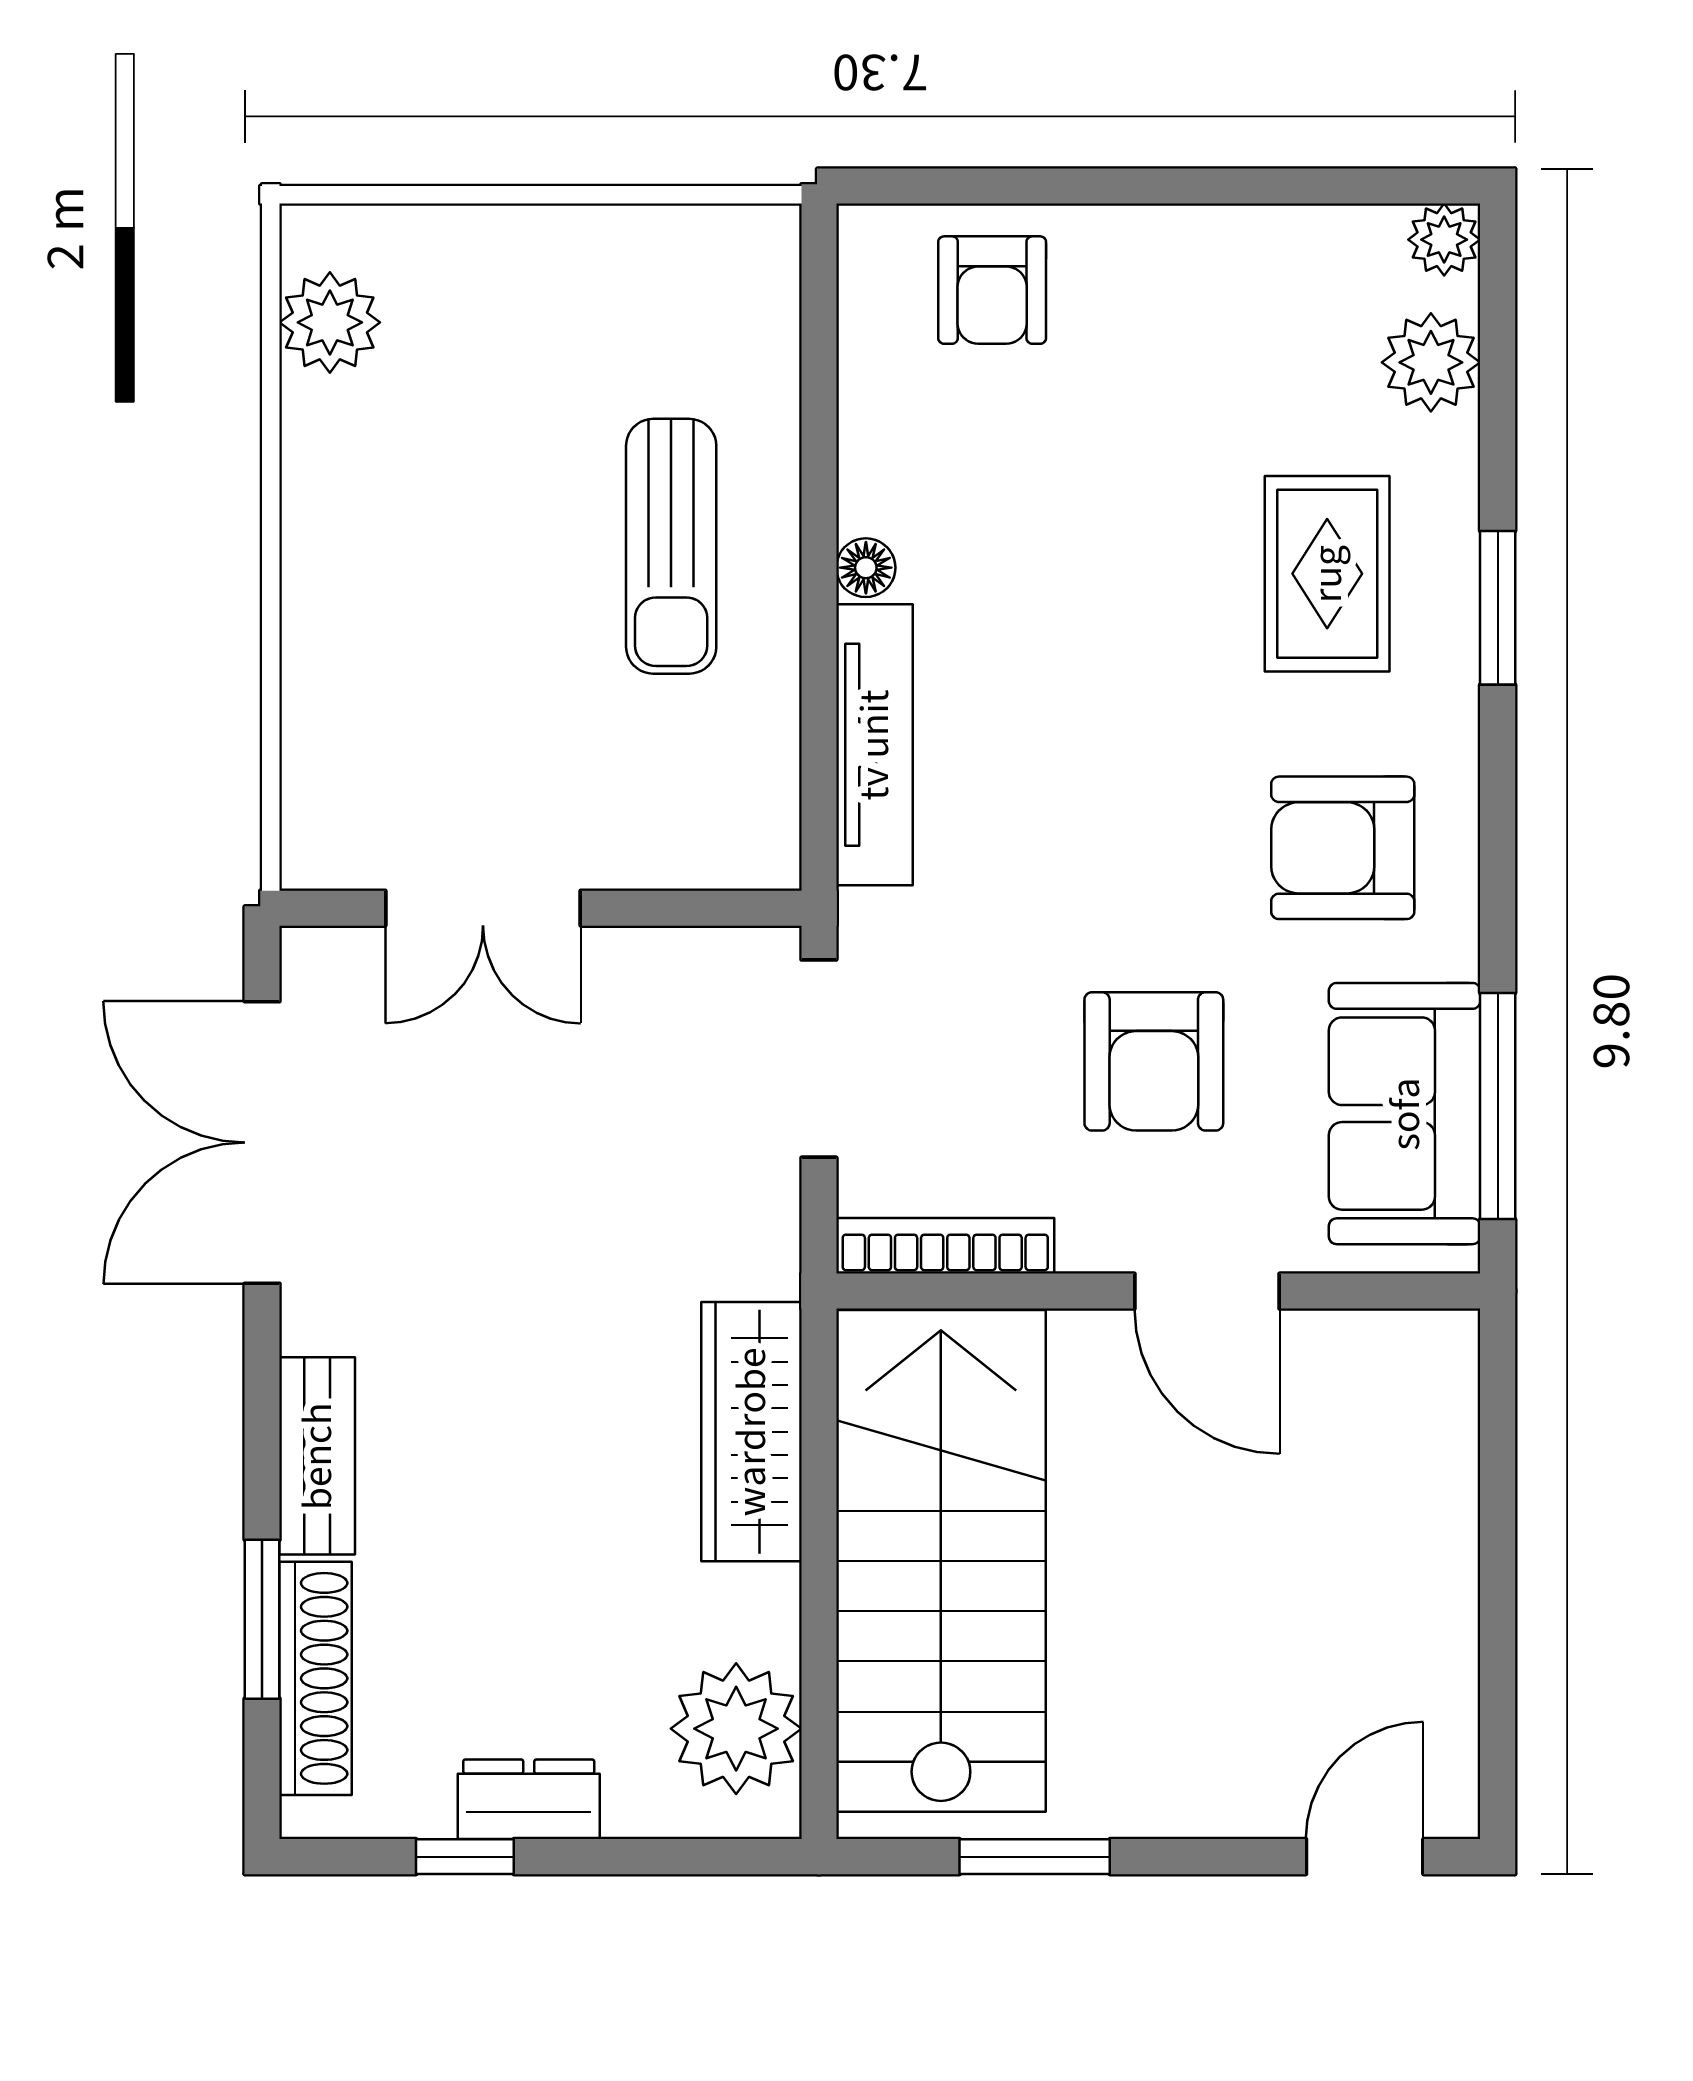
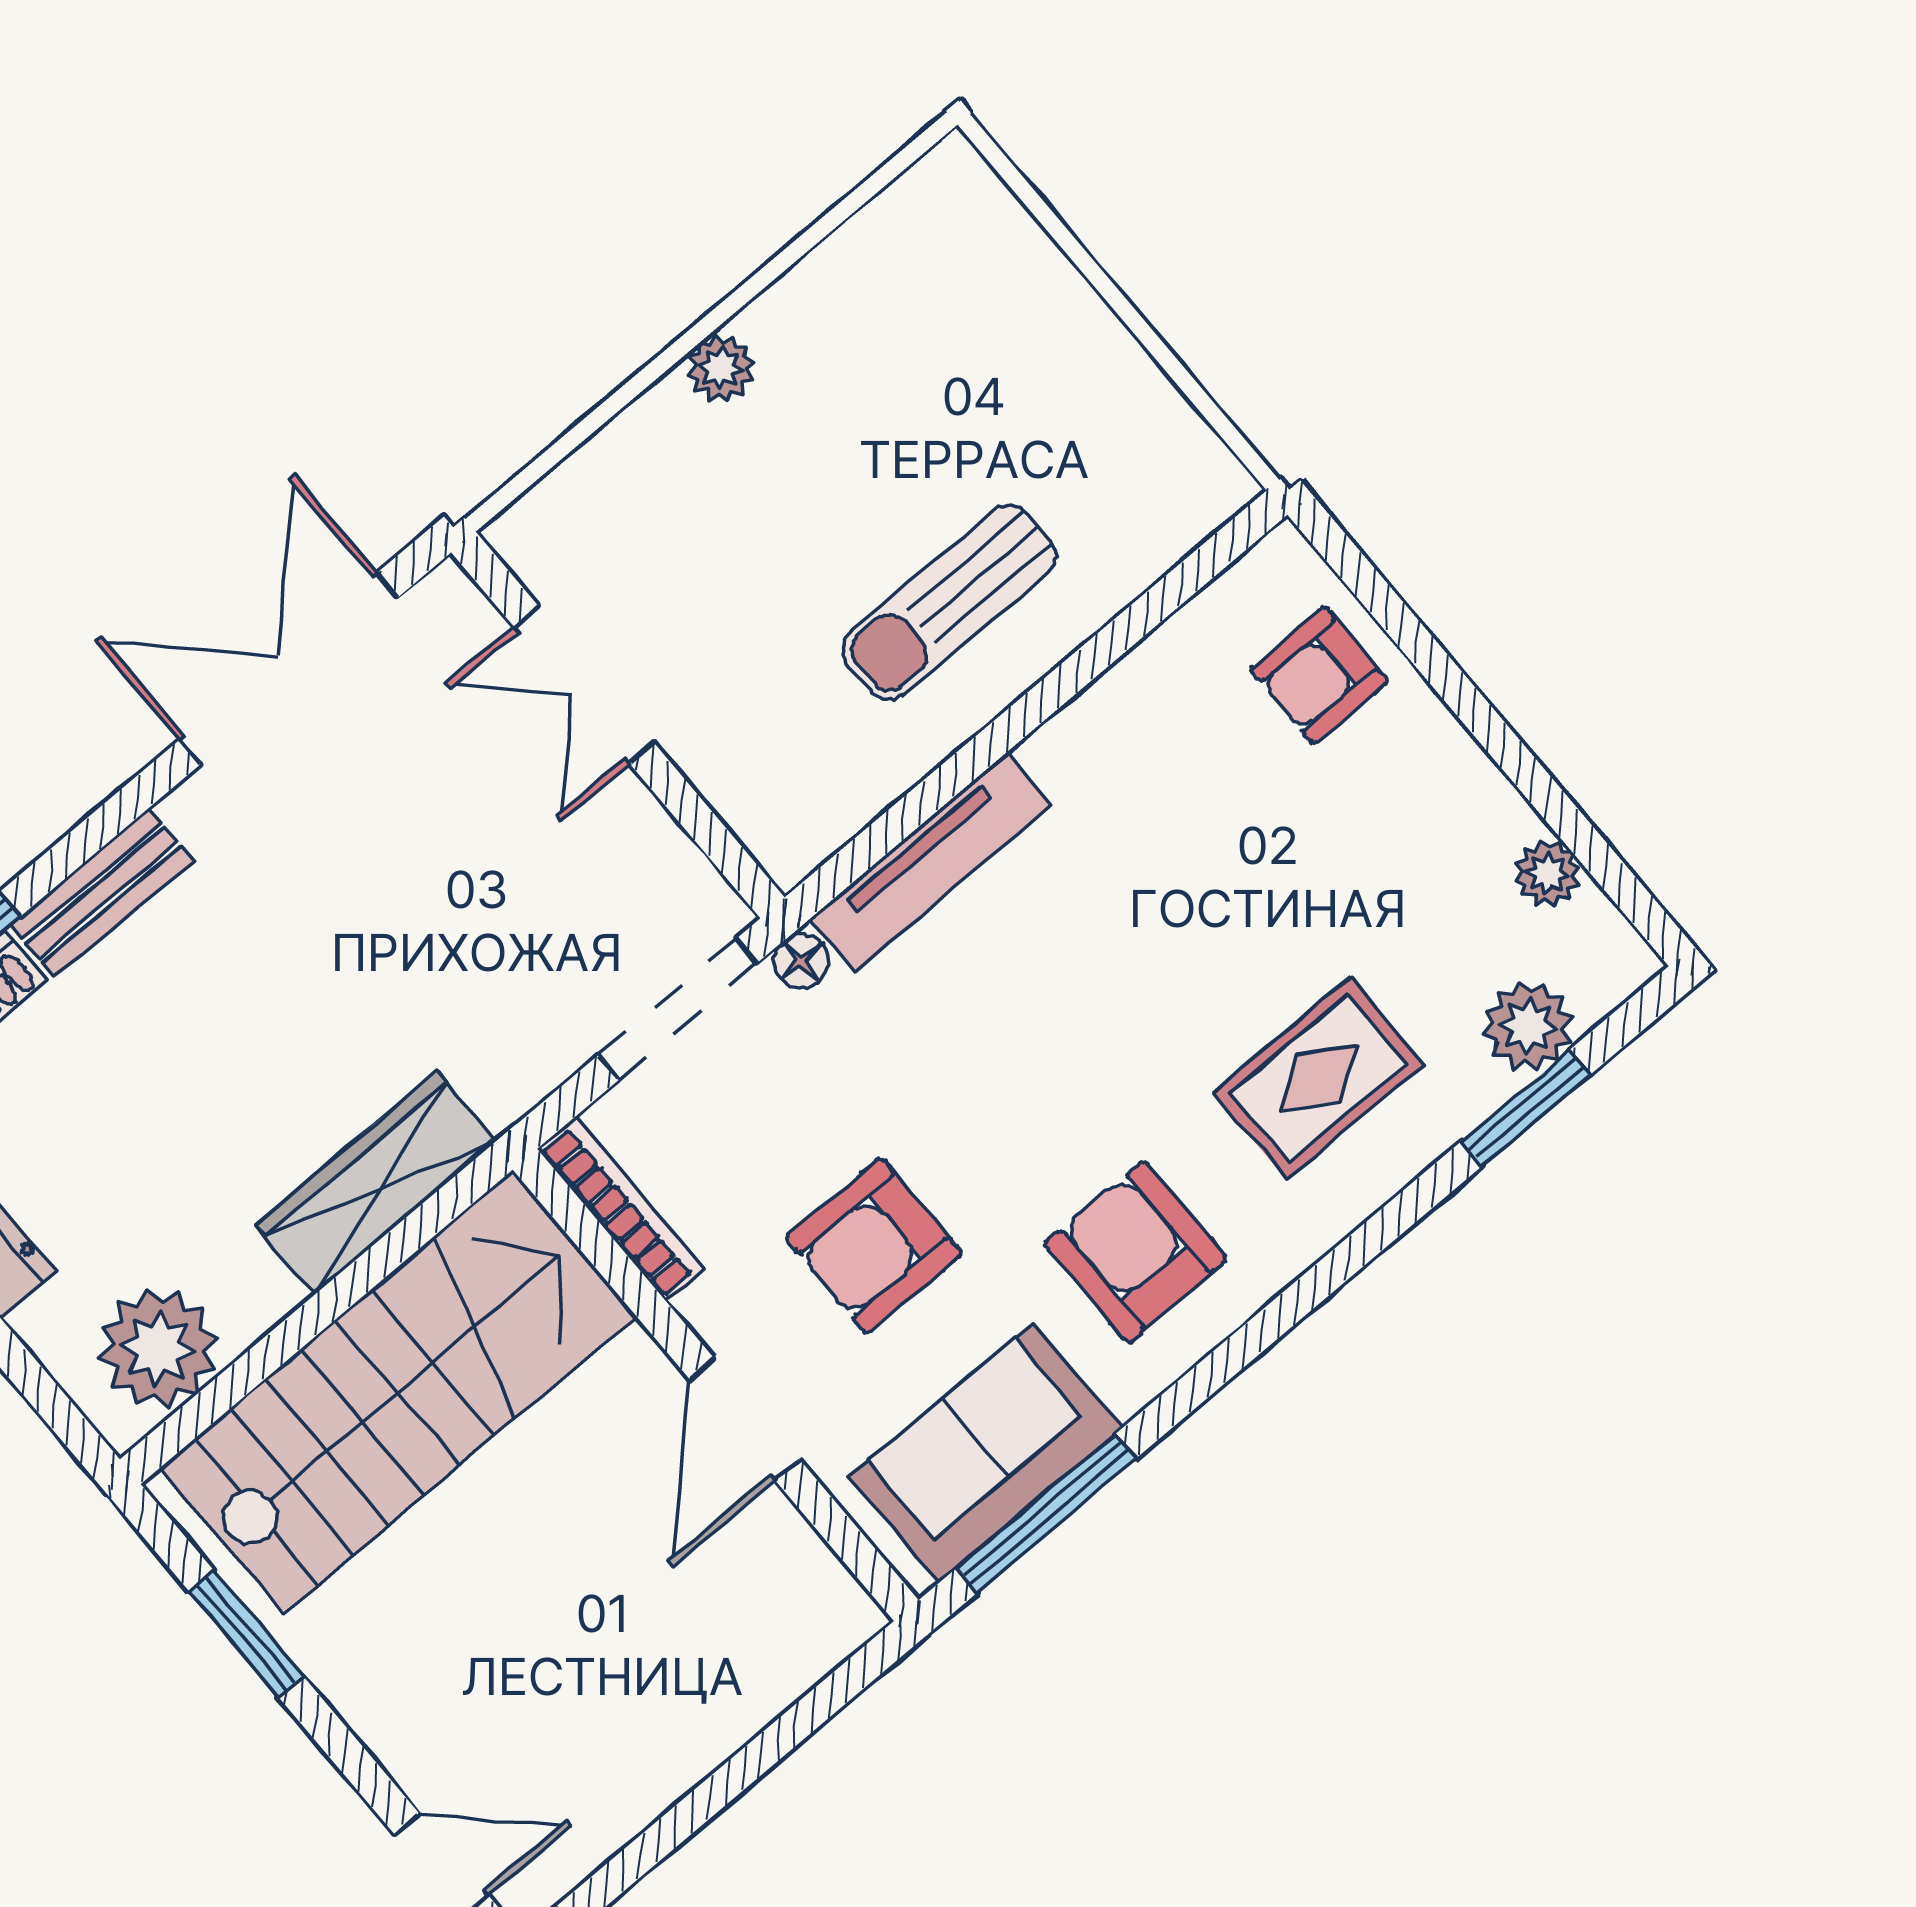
plant: (1444, 240) -> (1548, 874), moved
plant: (330, 322) -> (721, 368), moved, width x0.73, depth x0.73
floor lamp: (866, 568) -> (801, 961), moved
window: (1498, 608) -> (1526, 1108), moved

